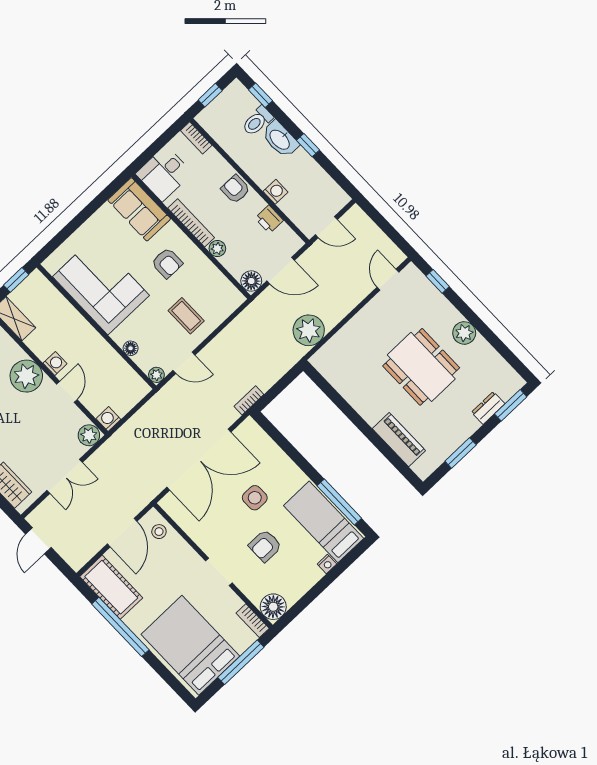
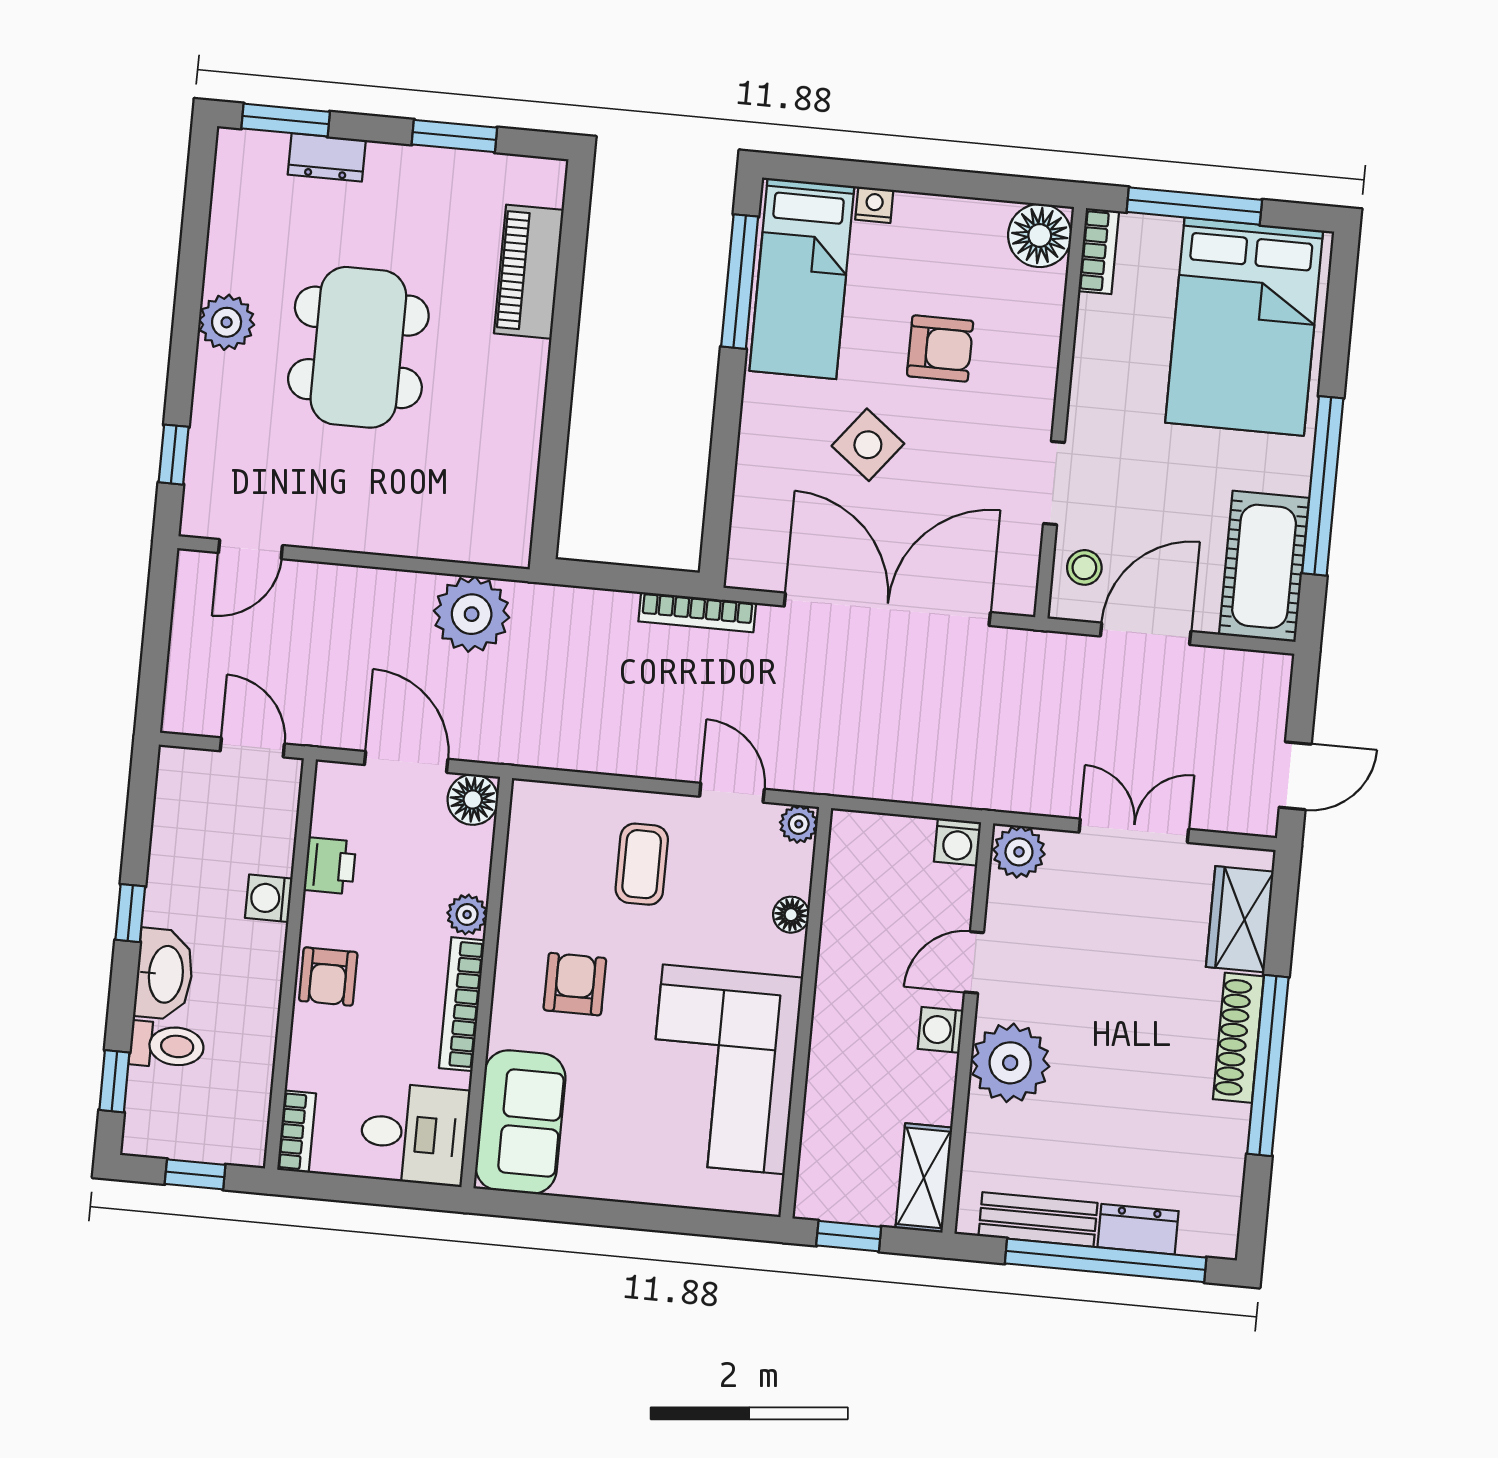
bookcase: (249, 400) -> (697, 612), width x1.56
side table: (255, 498) -> (868, 445), turned 38
doorway: (219, 572) -> (1054, 483), moved

